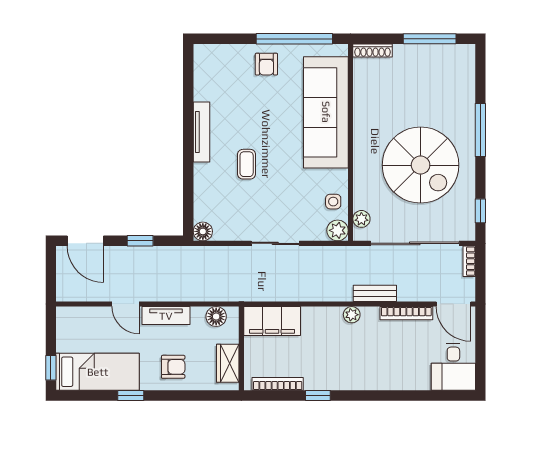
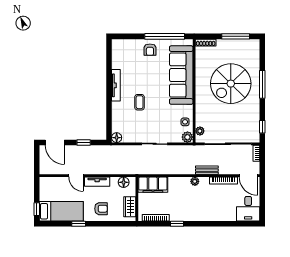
spiral stairs: (421, 165) -> (231, 84), moved, turned 90

